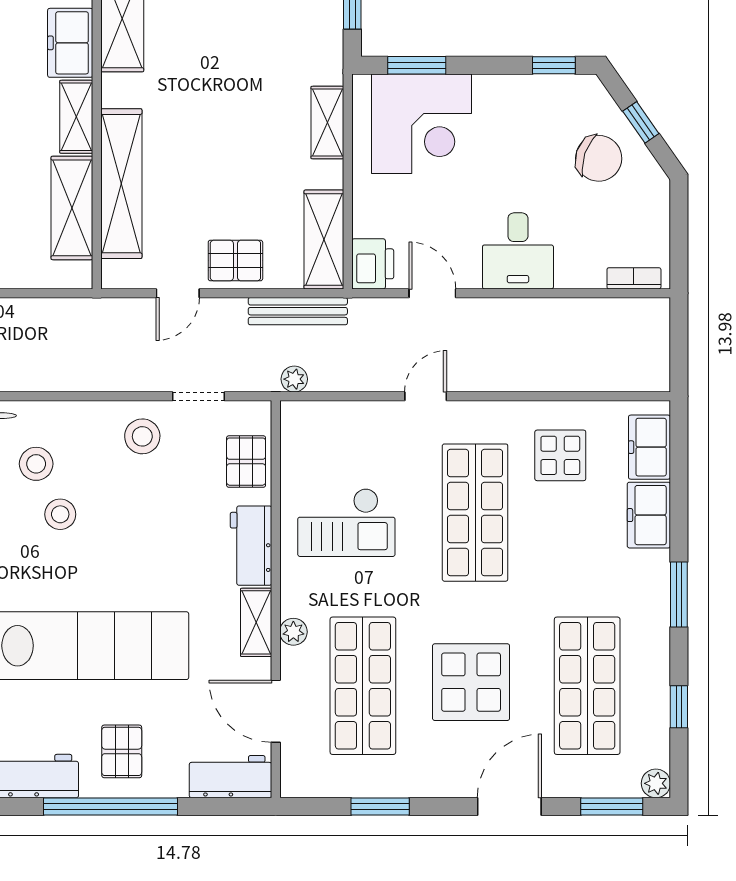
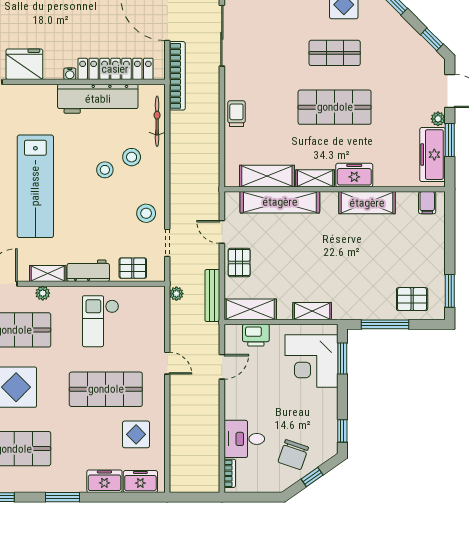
desk: (518, 251) -> (244, 439), moved
printer: (373, 264) -> (256, 335), moved

